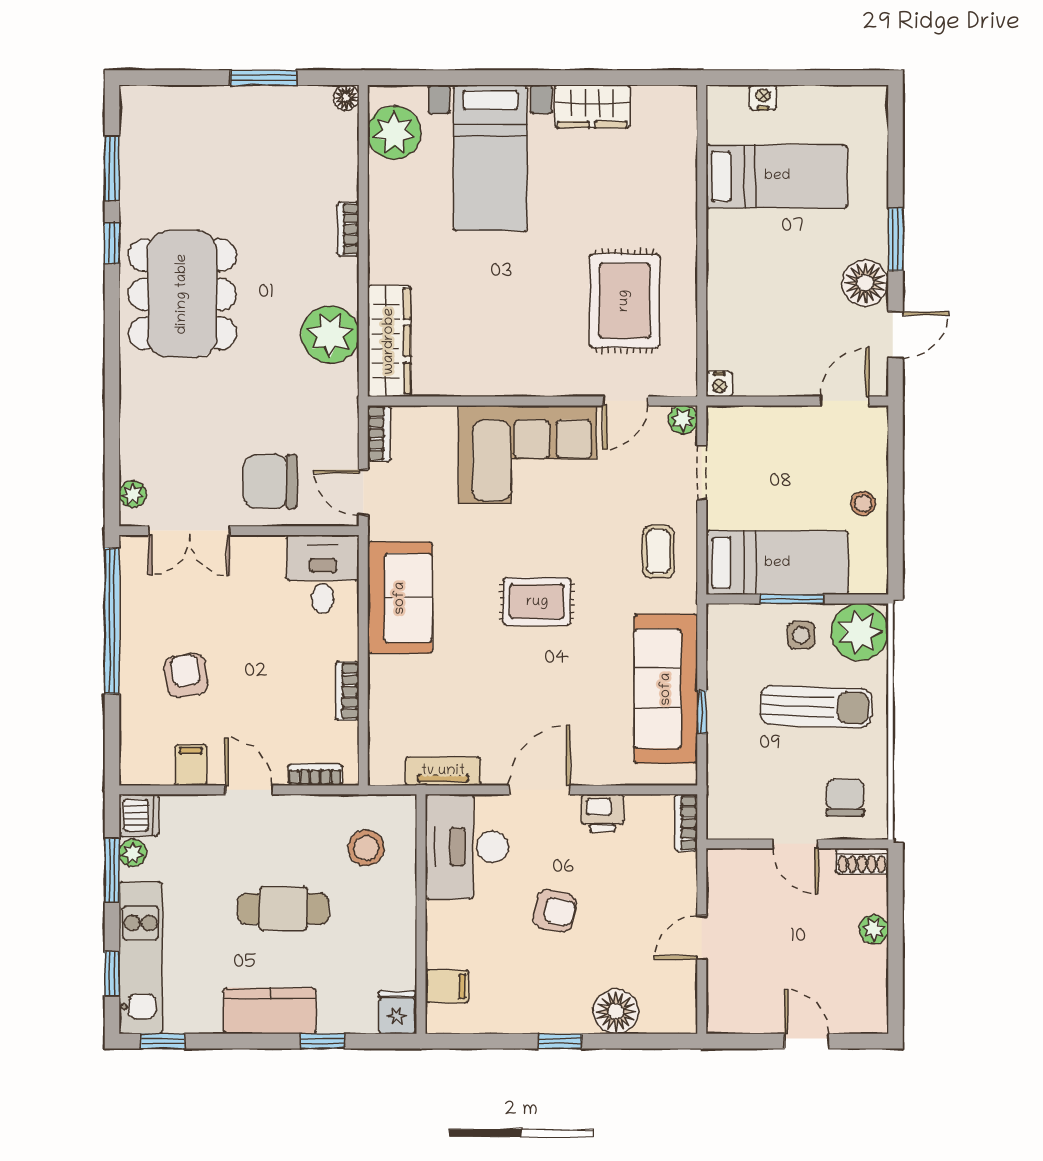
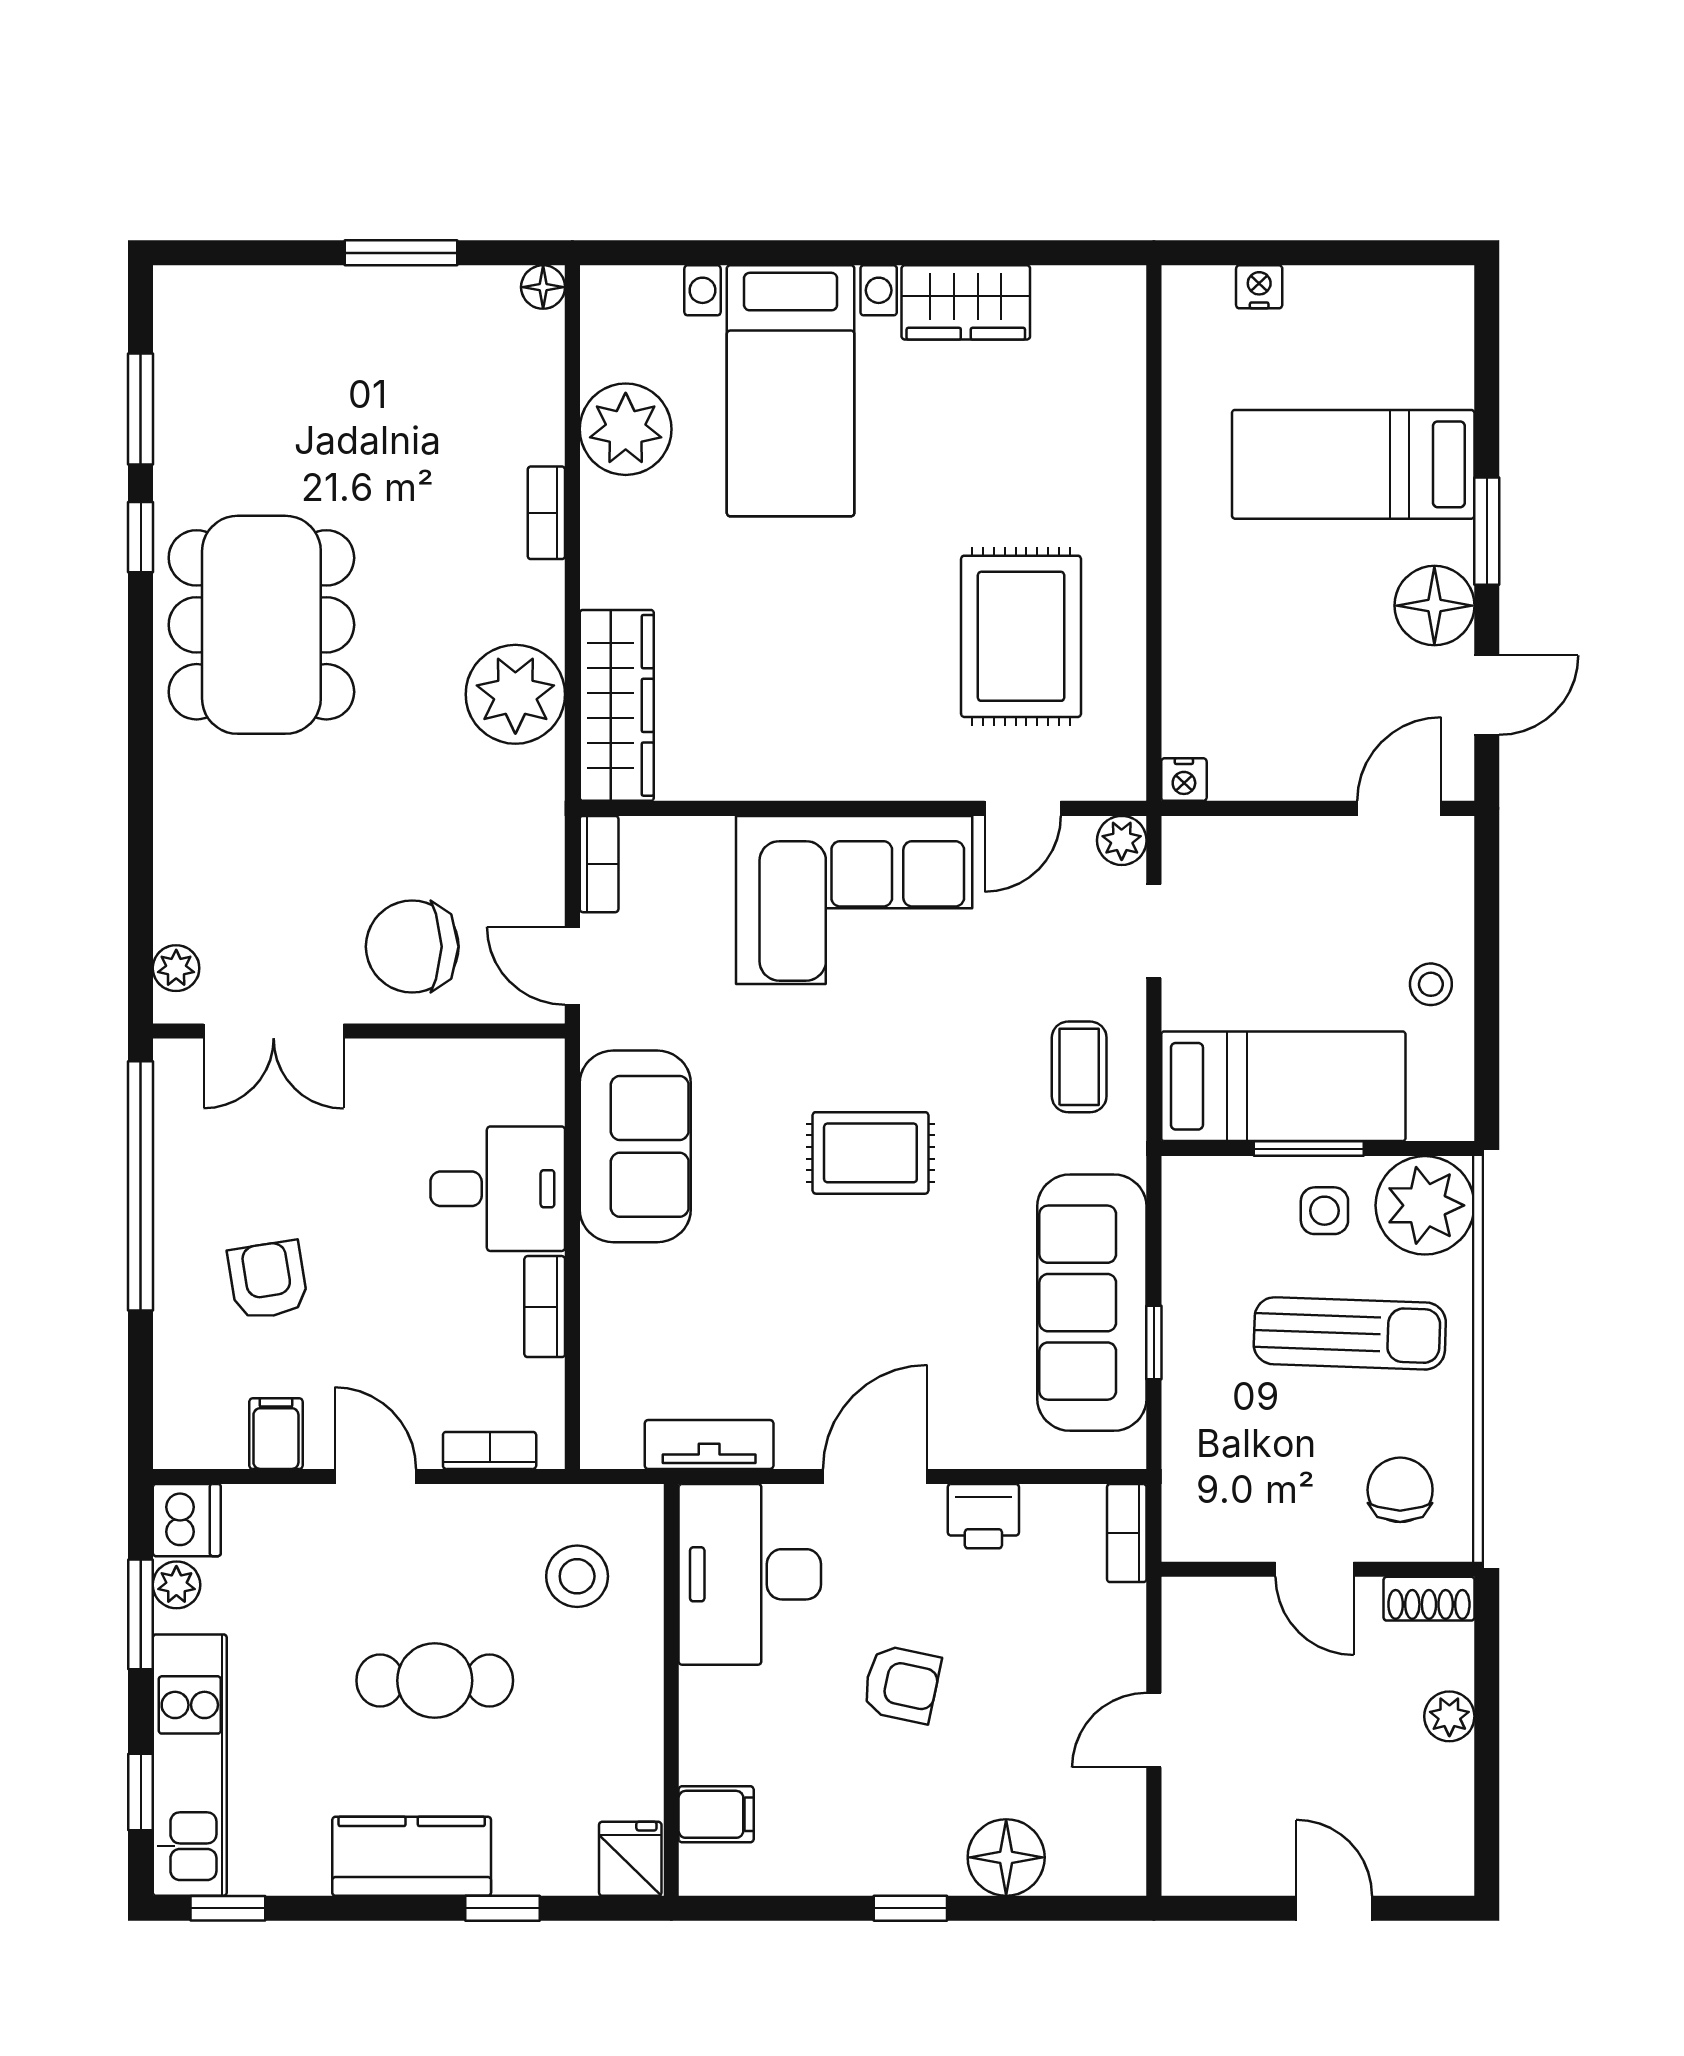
plant: (394, 133) -> (626, 429), moved
bed: (777, 176) -> (1353, 464), moved, turned 180
desk: (323, 574) -> (498, 1189), moved, turned 90

